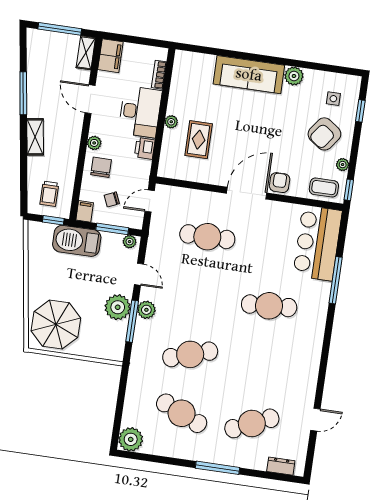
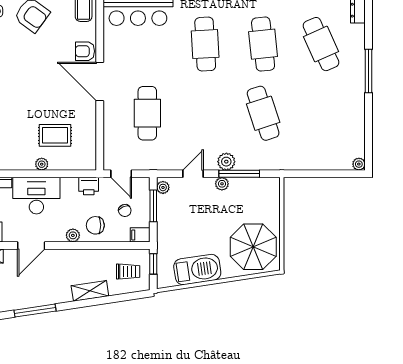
shelving: (35, 137) -> (90, 291), moved
printer: (145, 148) -> (89, 186), moved
barbecue: (77, 241) -> (197, 270), moved, turned -99
plant: (118, 307) -> (222, 184), width x0.53, depth x0.53
cafe table: (182, 413) -> (263, 44), moved, turned -30
plant: (131, 439) -> (359, 164), width x0.53, depth x0.53

